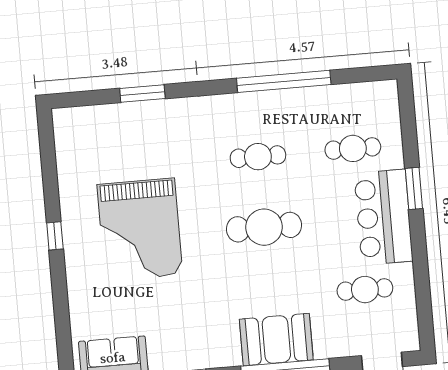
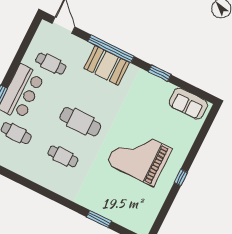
window: (284, 81) -> (29, 184), removed
grand piano: (140, 229) -> (139, 156), turned -90

